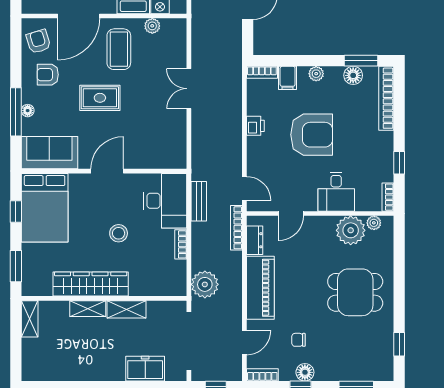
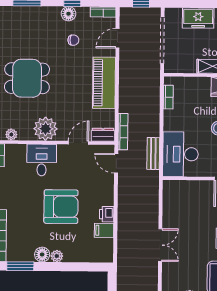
bookcase: (262, 72) -> (101, 258), removed
floor lamp: (353, 75) -> (42, 255), moved
filing cabinet: (288, 78) -> (104, 230), moved, turned -90
armchair: (312, 135) -> (61, 207), turned 180
plant: (351, 230) -> (45, 129), moved
dresser: (255, 240) -> (103, 135), moved, turned 90
bookcase: (181, 244) -> (168, 97), moved
plant: (205, 284) -> (149, 86), removed

